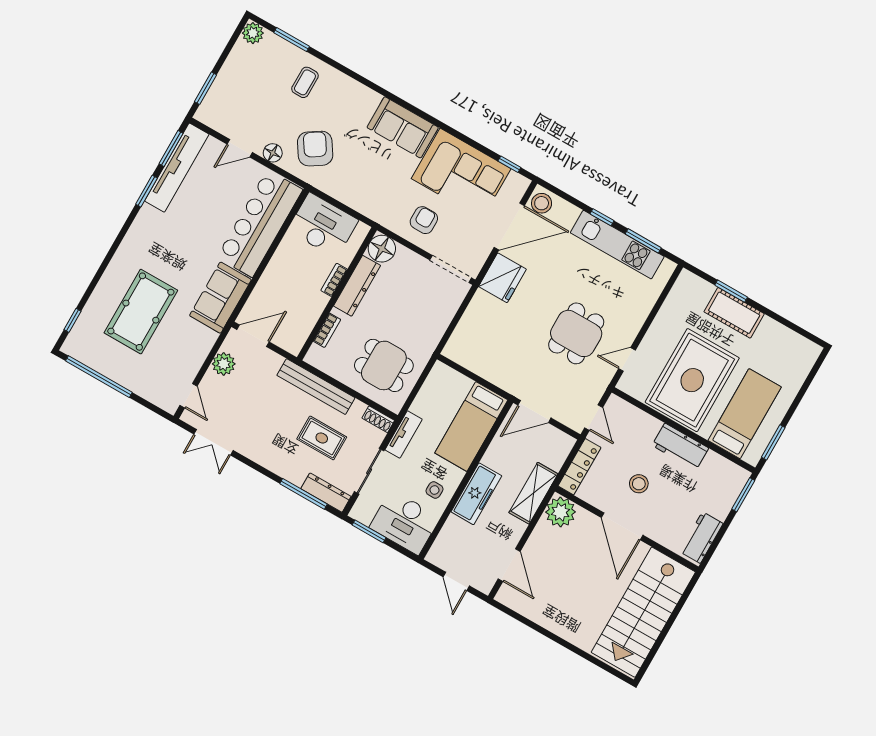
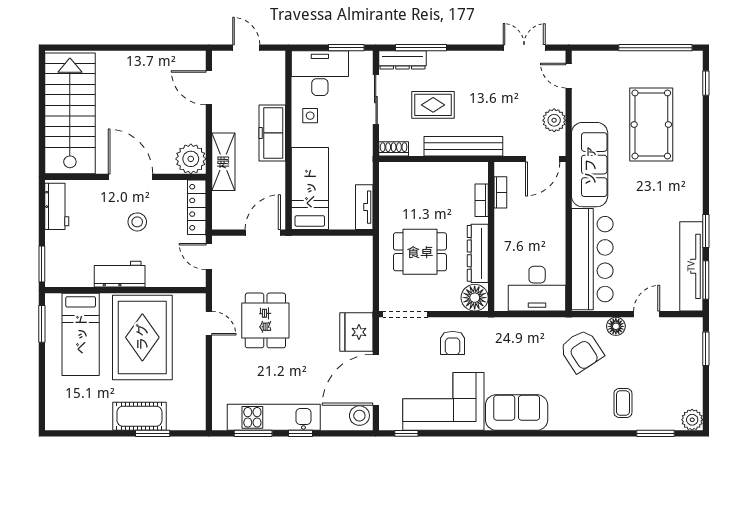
bookcase: (334, 280) -> (500, 192), moved
sofa: (220, 298) -> (590, 165), width x1.36
door: (627, 359) -> (209, 323), hinge flipped
dining table: (384, 365) -> (420, 252), moved
tv unit: (404, 434) -> (364, 207), moved

